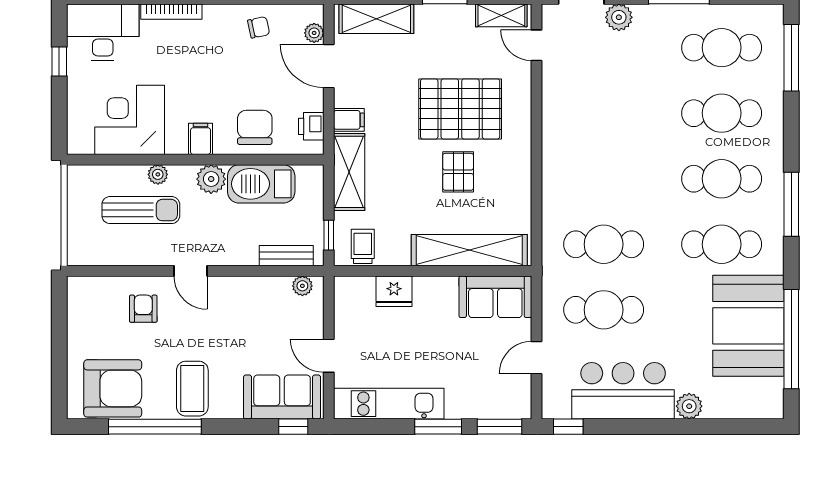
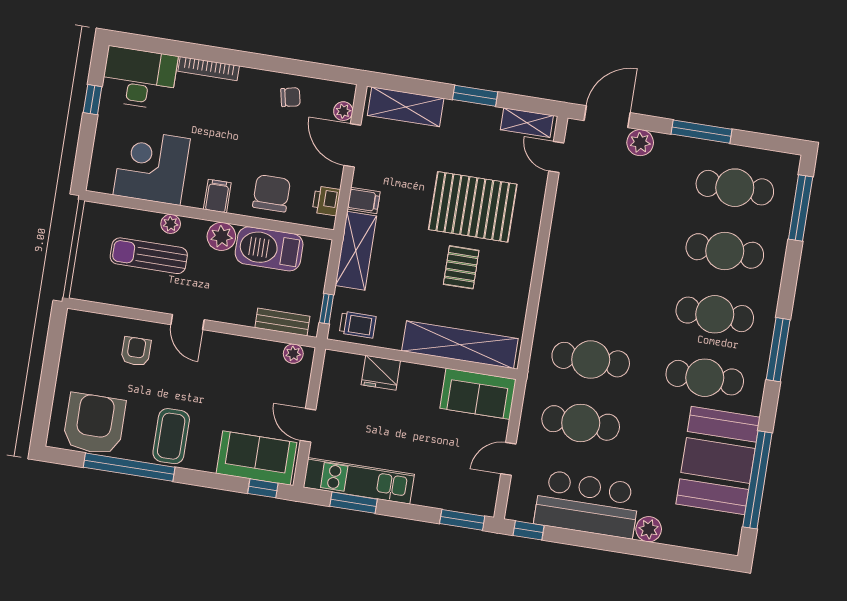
sun lounger: (141, 210) -> (149, 256), turned 180
trolley: (363, 246) -> (358, 325), turned 90
armchair: (113, 388) -> (94, 424), turned -90
window: (438, 427) -> (354, 503), moved

